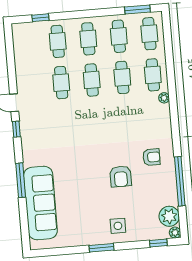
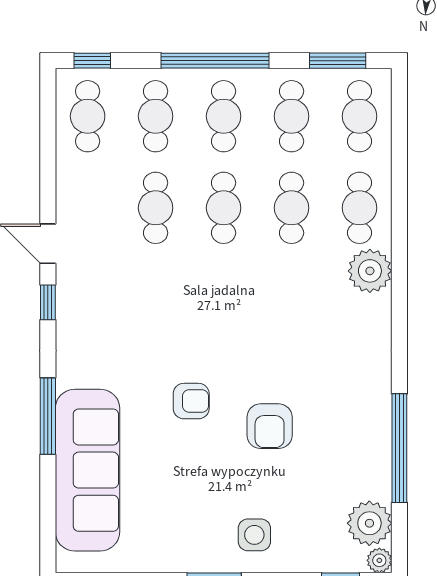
window: (82, 14) -> (215, 61), added
window: (40, 18) -> (92, 61), moved
cafe table: (27, 44) -> (88, 116), added
plant: (164, 98) -> (370, 271), width x1.88, depth x1.88
armchair: (151, 157) -> (191, 401), moved

